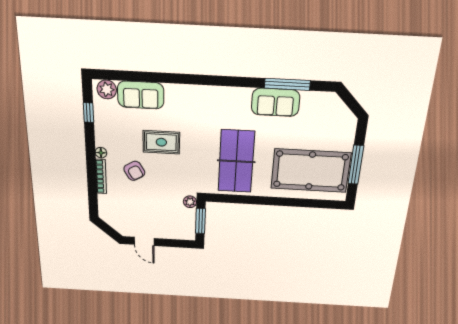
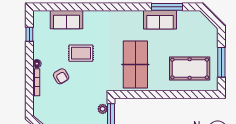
plant: (107, 89) -> (43, 17), removed
pool table: (311, 171) -> (190, 69), width x0.73, depth x0.76
plant: (190, 202) -> (103, 109), moved

